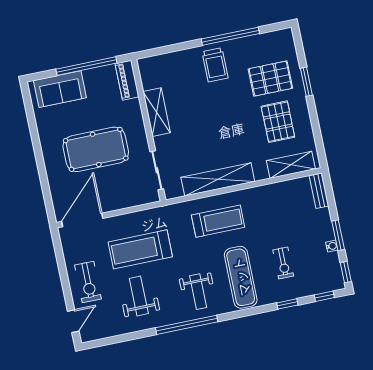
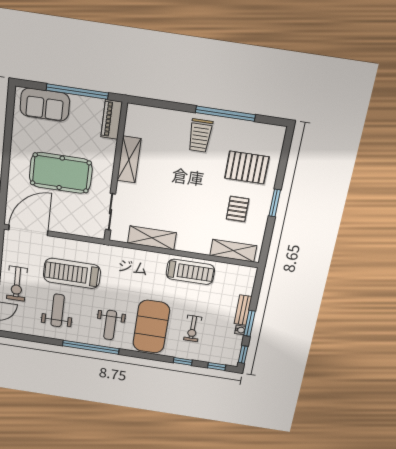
window: (306, 82) -> (275, 203), moved
pallet: (278, 122) -> (238, 209), width x0.67, depth x0.71
shelving: (218, 179) -> (152, 238), width x0.68
bench: (319, 191) -> (243, 310), moved
treadmill: (218, 221) -> (190, 272), moved
exercise mat: (241, 277) -> (151, 327), width x1.47

